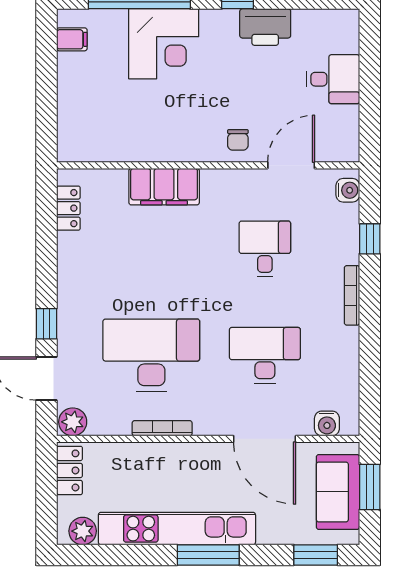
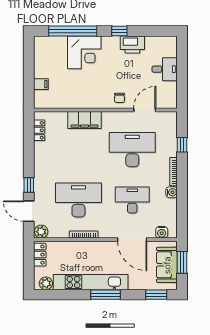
filing cabinet: (72, 39) -> (41, 84), moved
water cooler: (348, 190) -> (172, 192), moved
desk: (265, 249) -> (132, 150), width x1.87, depth x1.30

